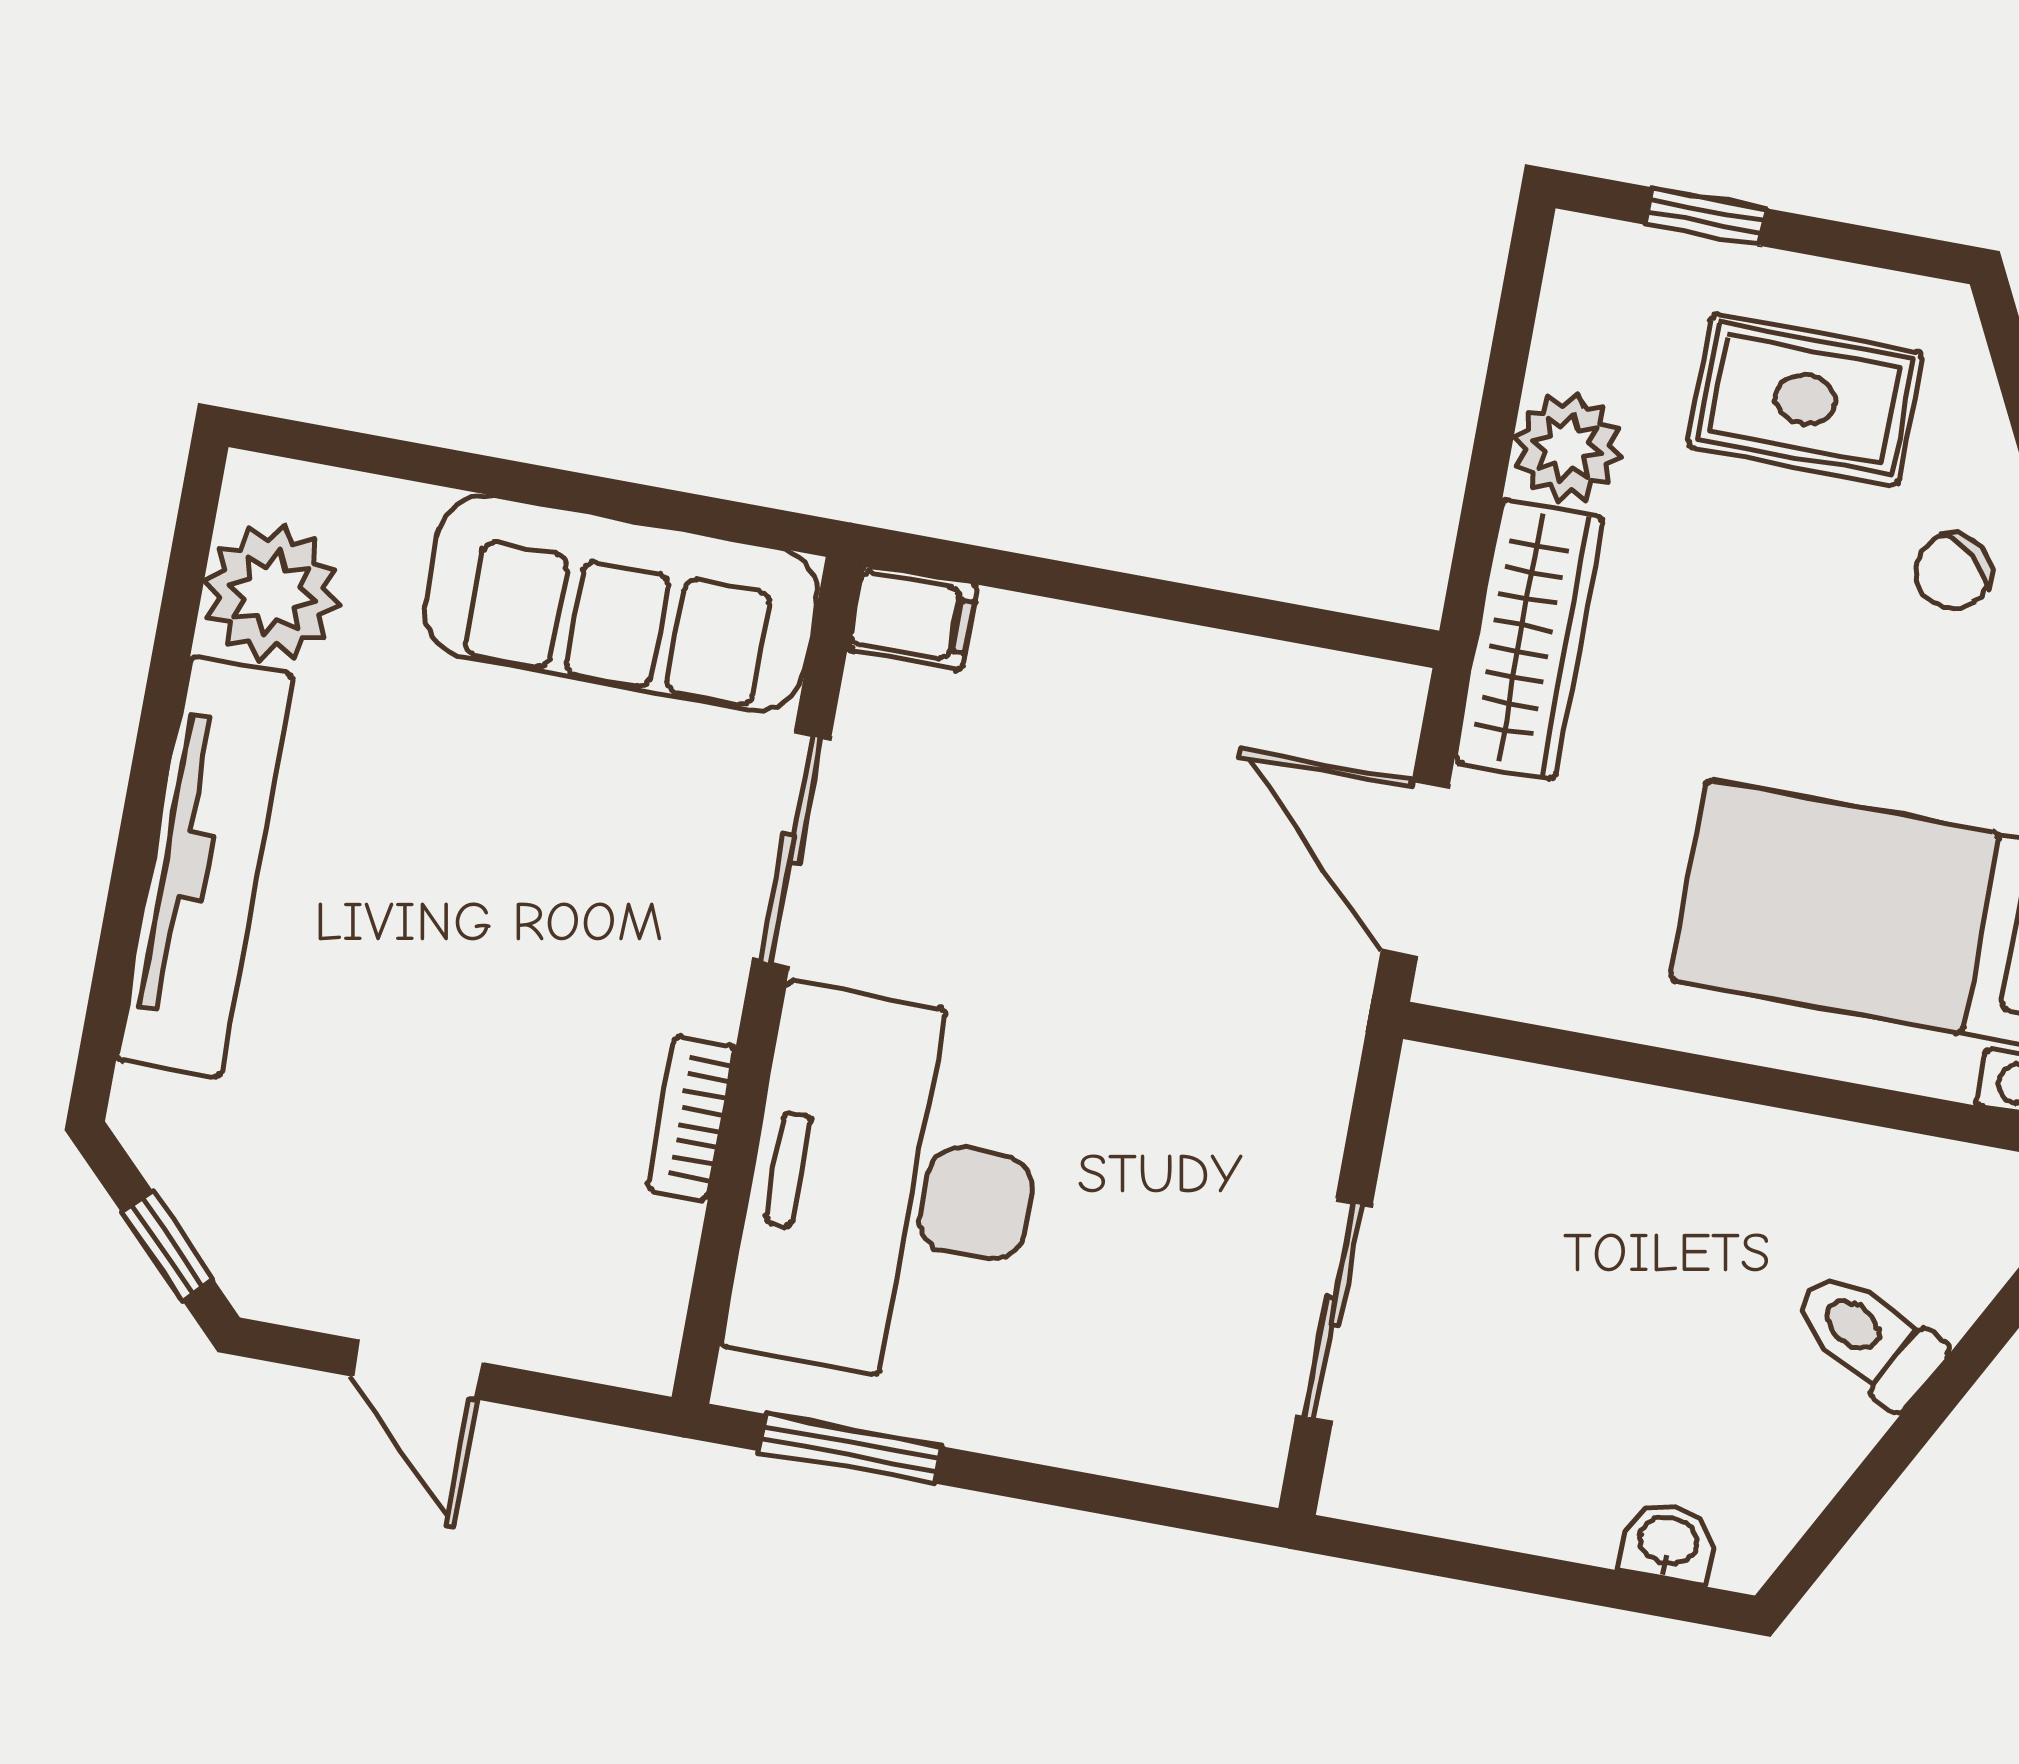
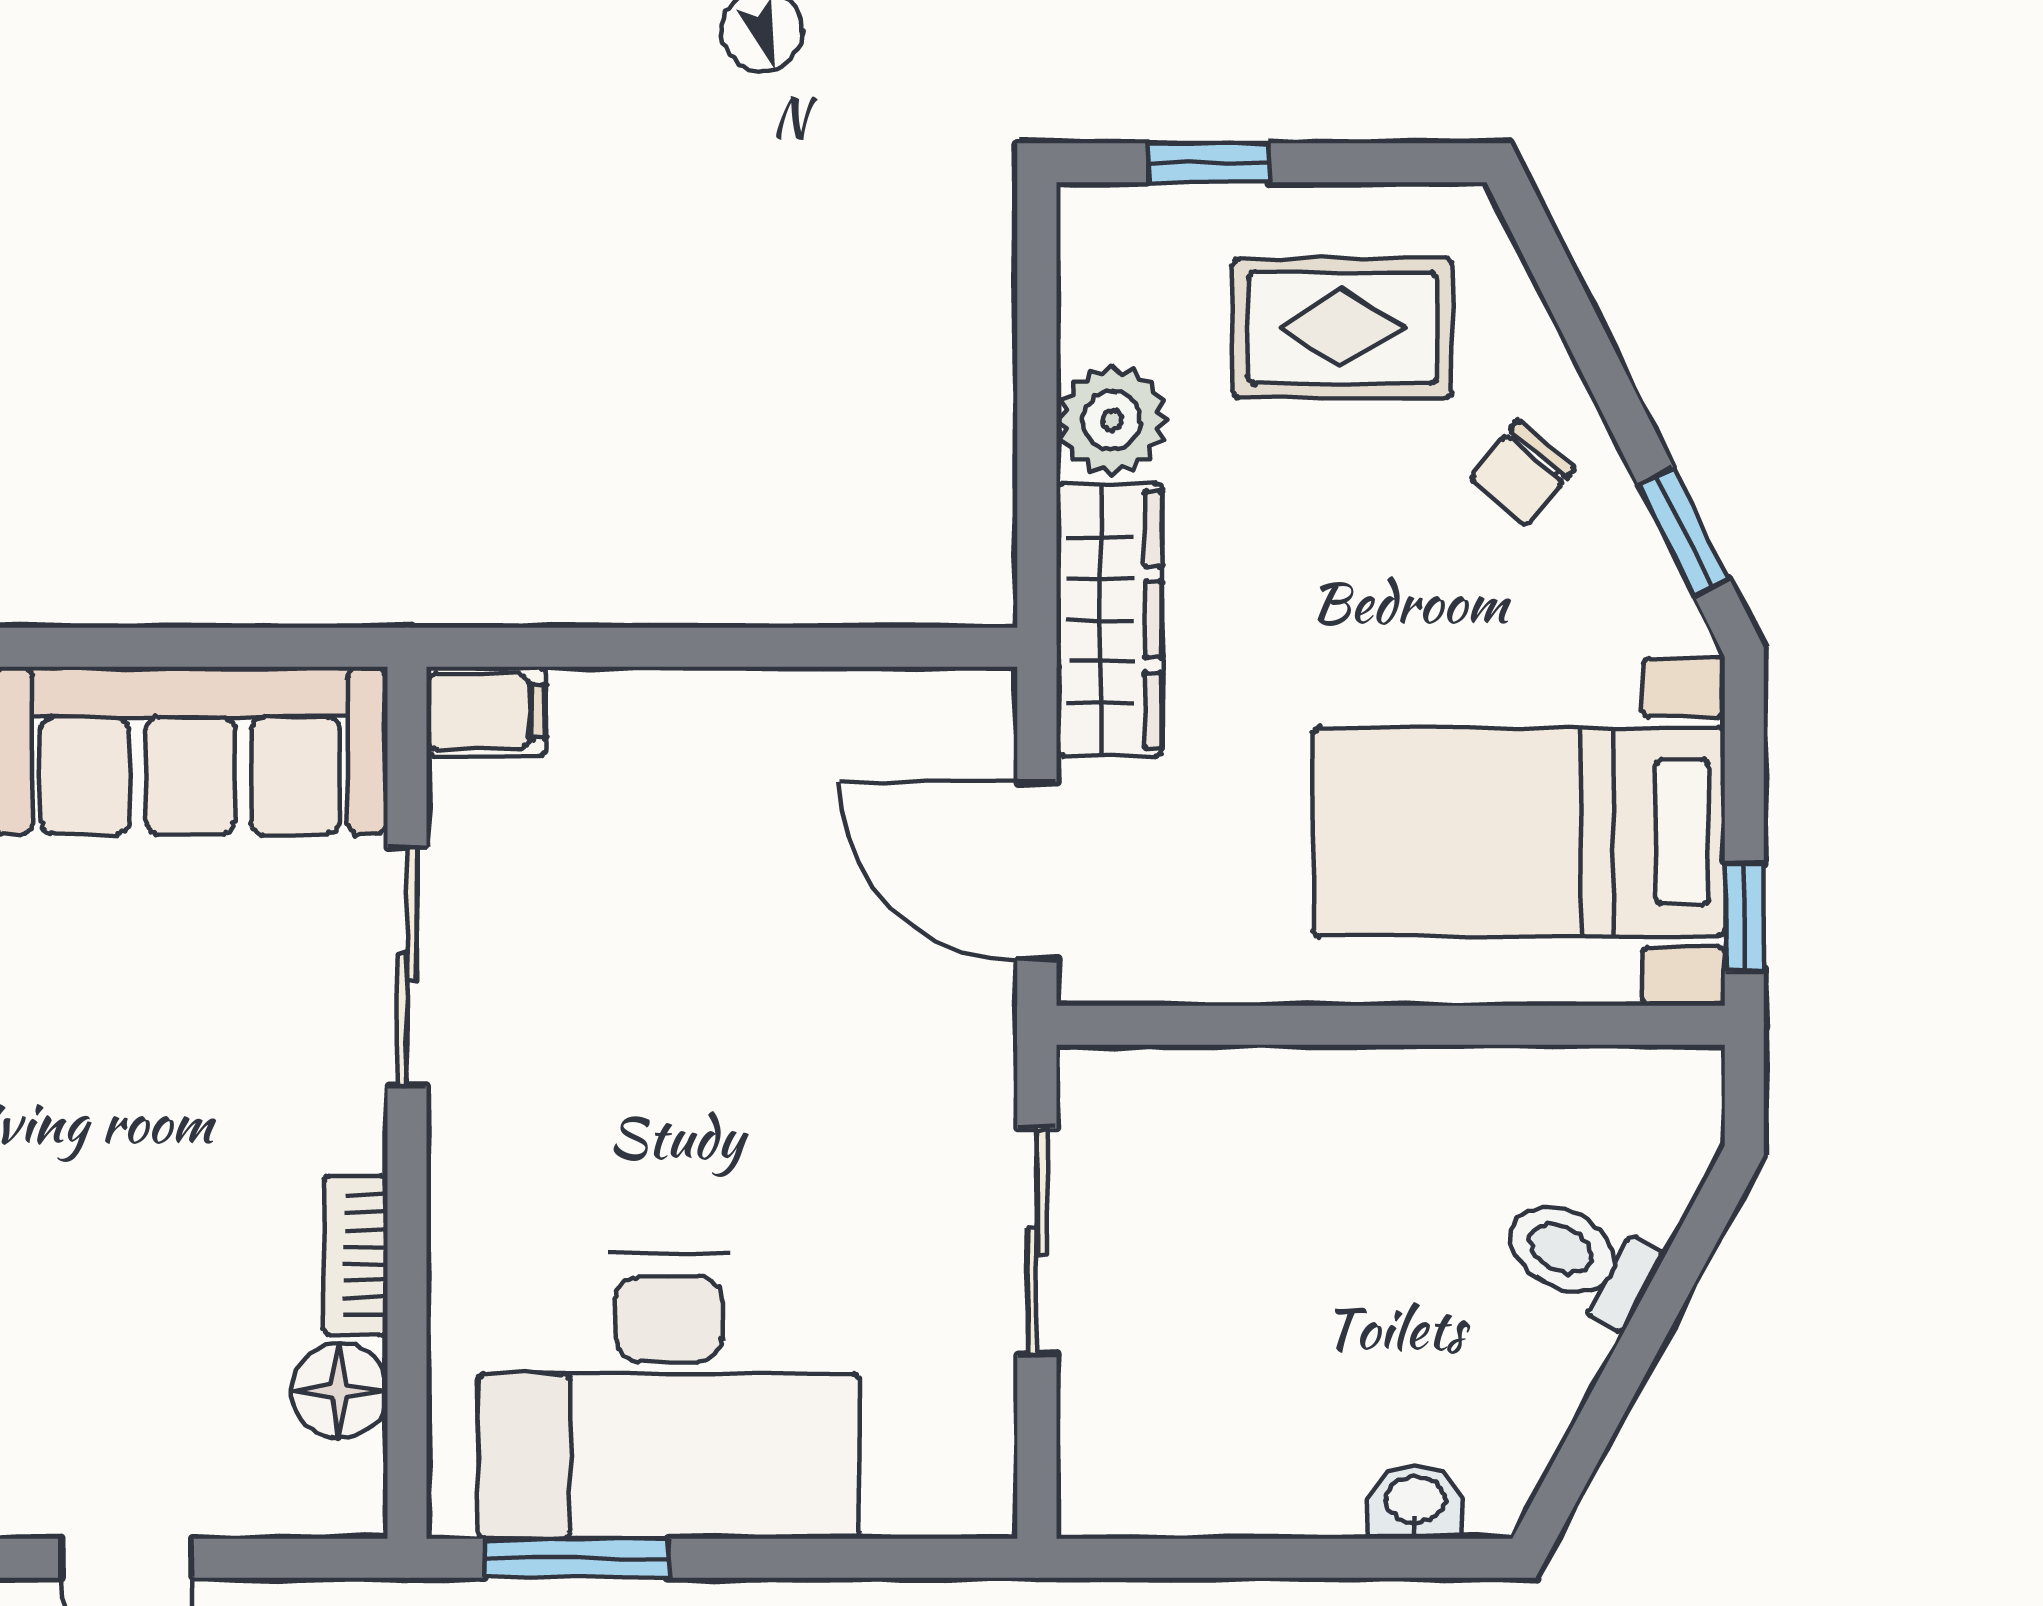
desk: (891, 1188) -> (669, 1396), moved, turned -90
floor lamp: (652, 1246) -> (340, 1391), added
sliding door: (1334, 1311) -> (1037, 1242), moved

